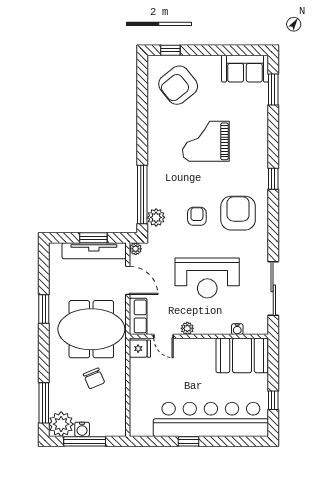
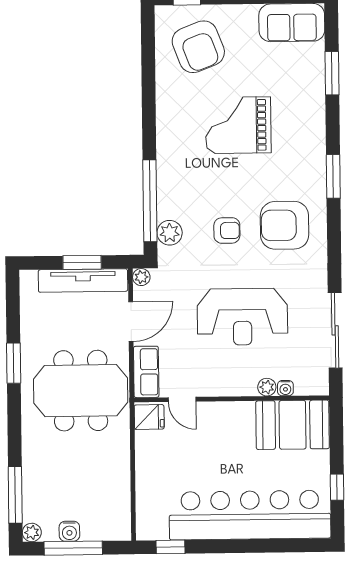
armchair: (178, 85) -> (198, 47), turned -72
window: (273, 89) -> (332, 73), moved
window: (273, 179) -> (333, 176), width x1.50
armchair: (238, 213) -> (285, 225), turned -90
armchair: (197, 216) -> (227, 230), turned 90
door: (128, 280) -> (131, 321), hinge flipped
plant: (187, 328) -> (267, 387), moved
chair: (94, 378) -> (85, 460), removed
plant: (61, 424) -> (32, 532), width x0.53, depth x0.53
window: (189, 441) -> (170, 547), moved

